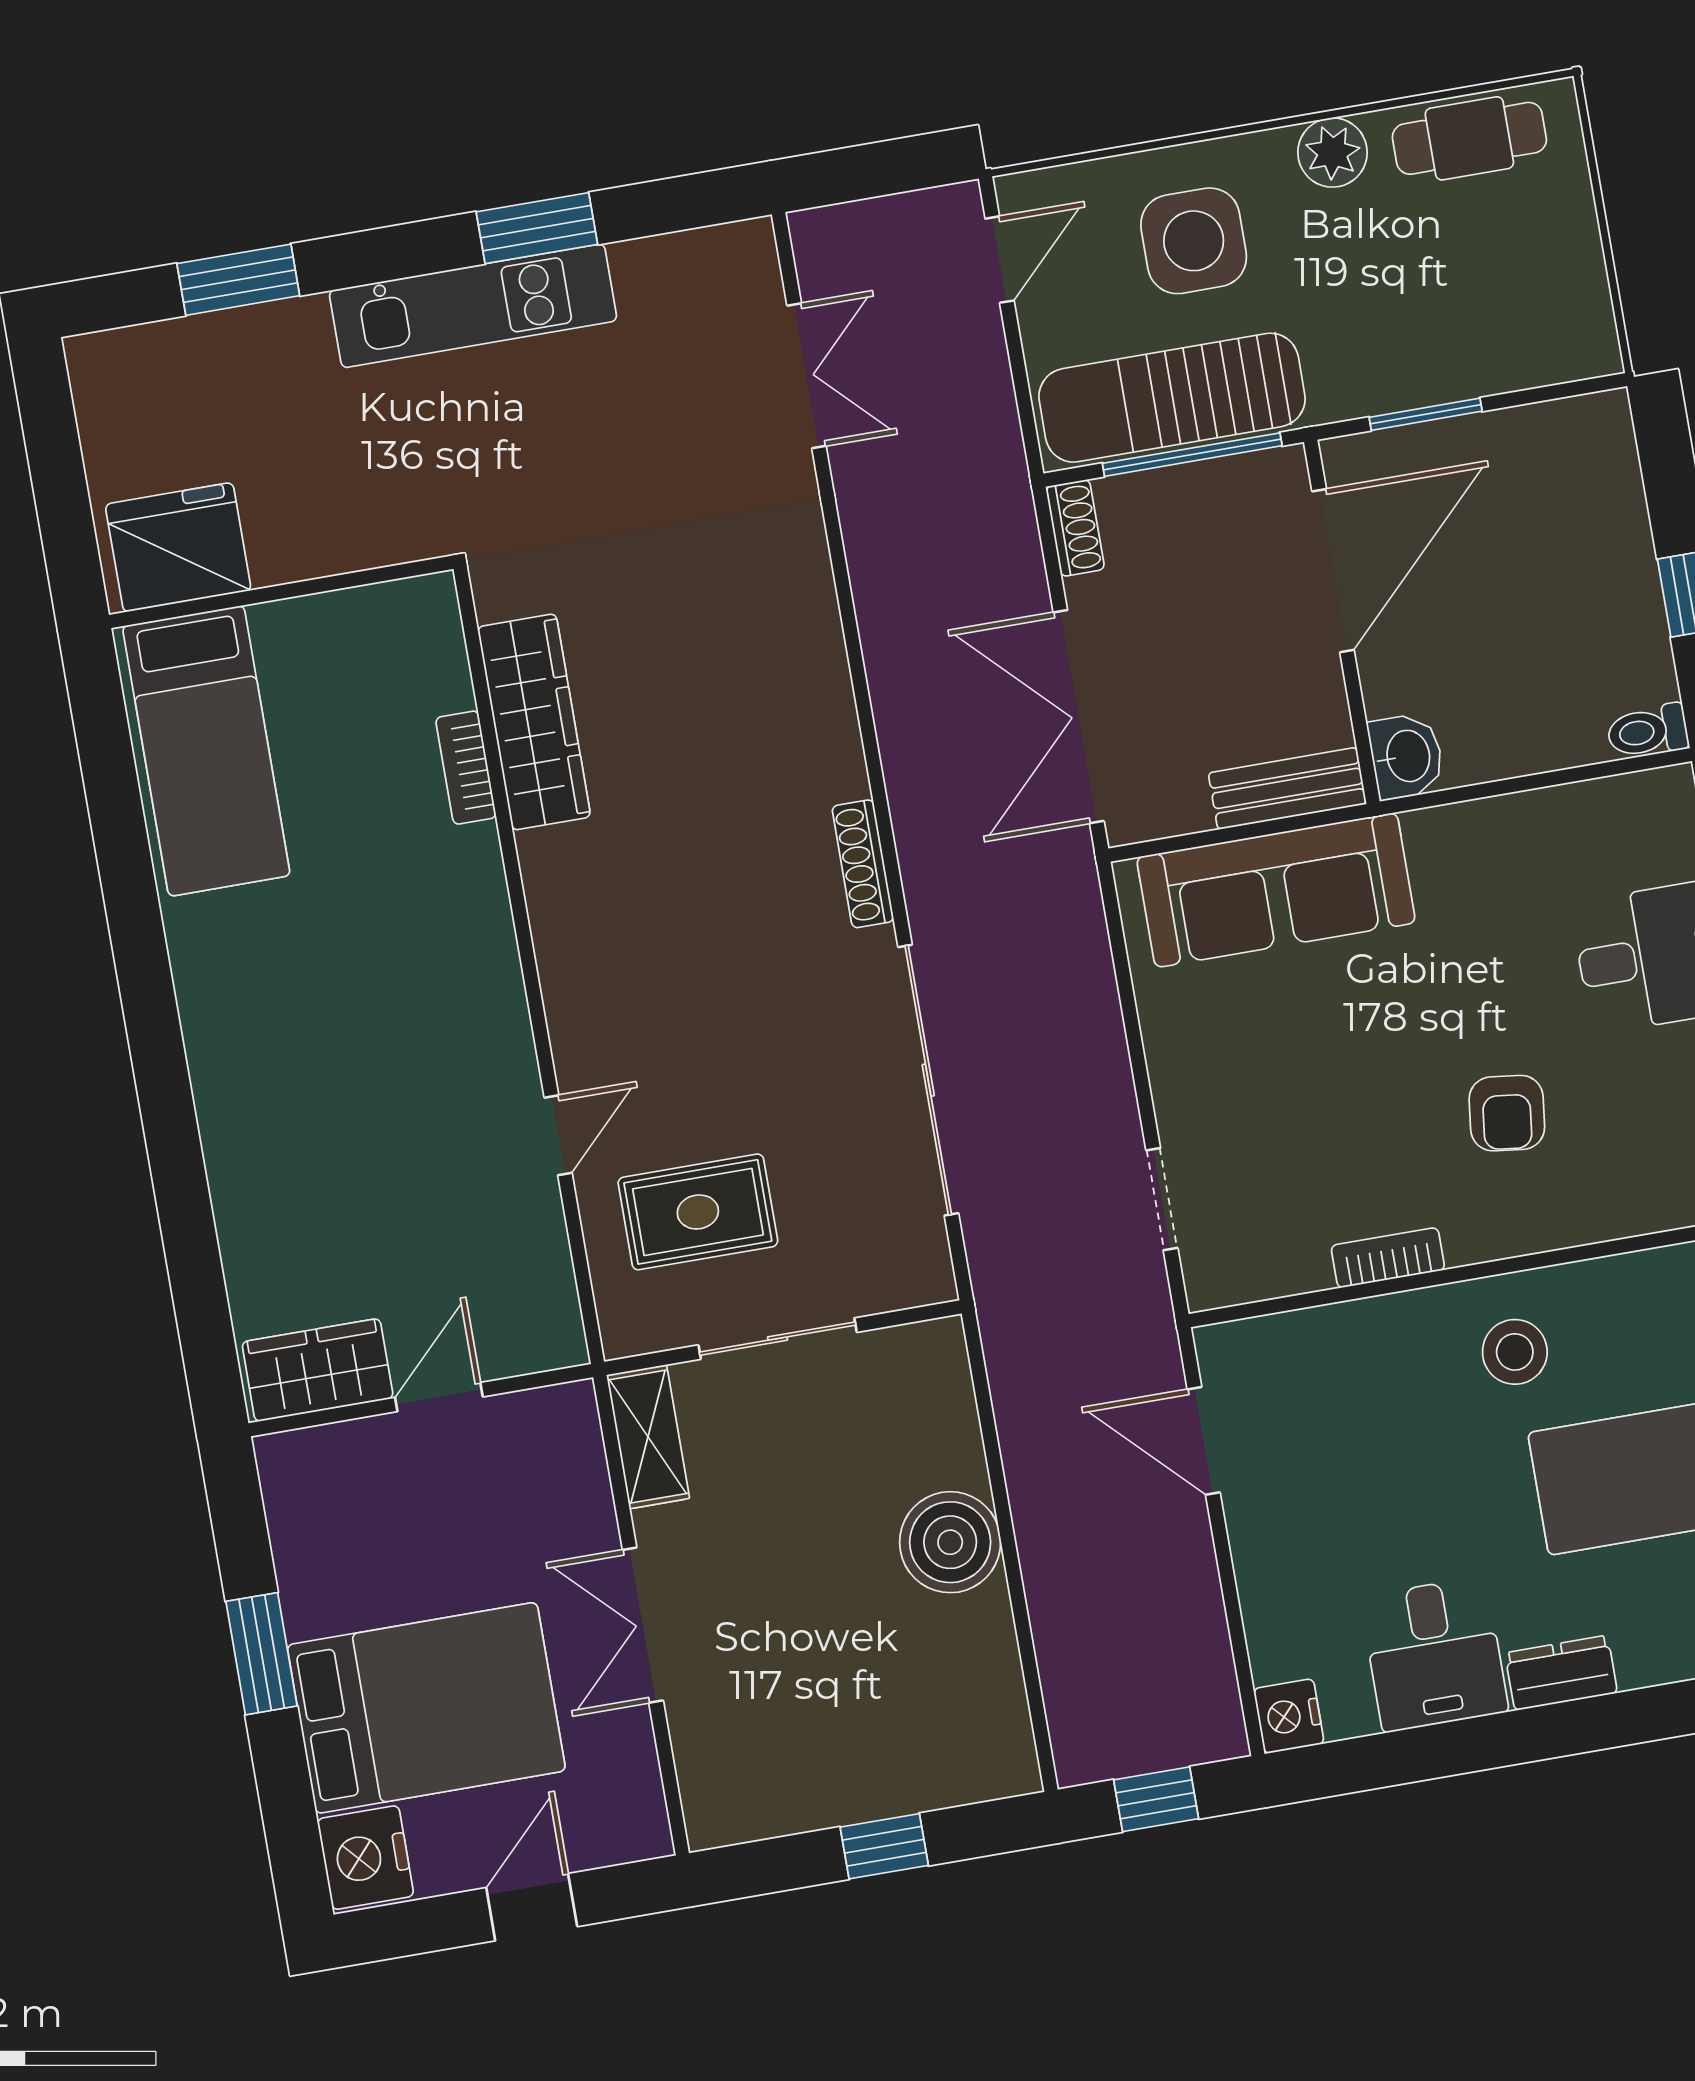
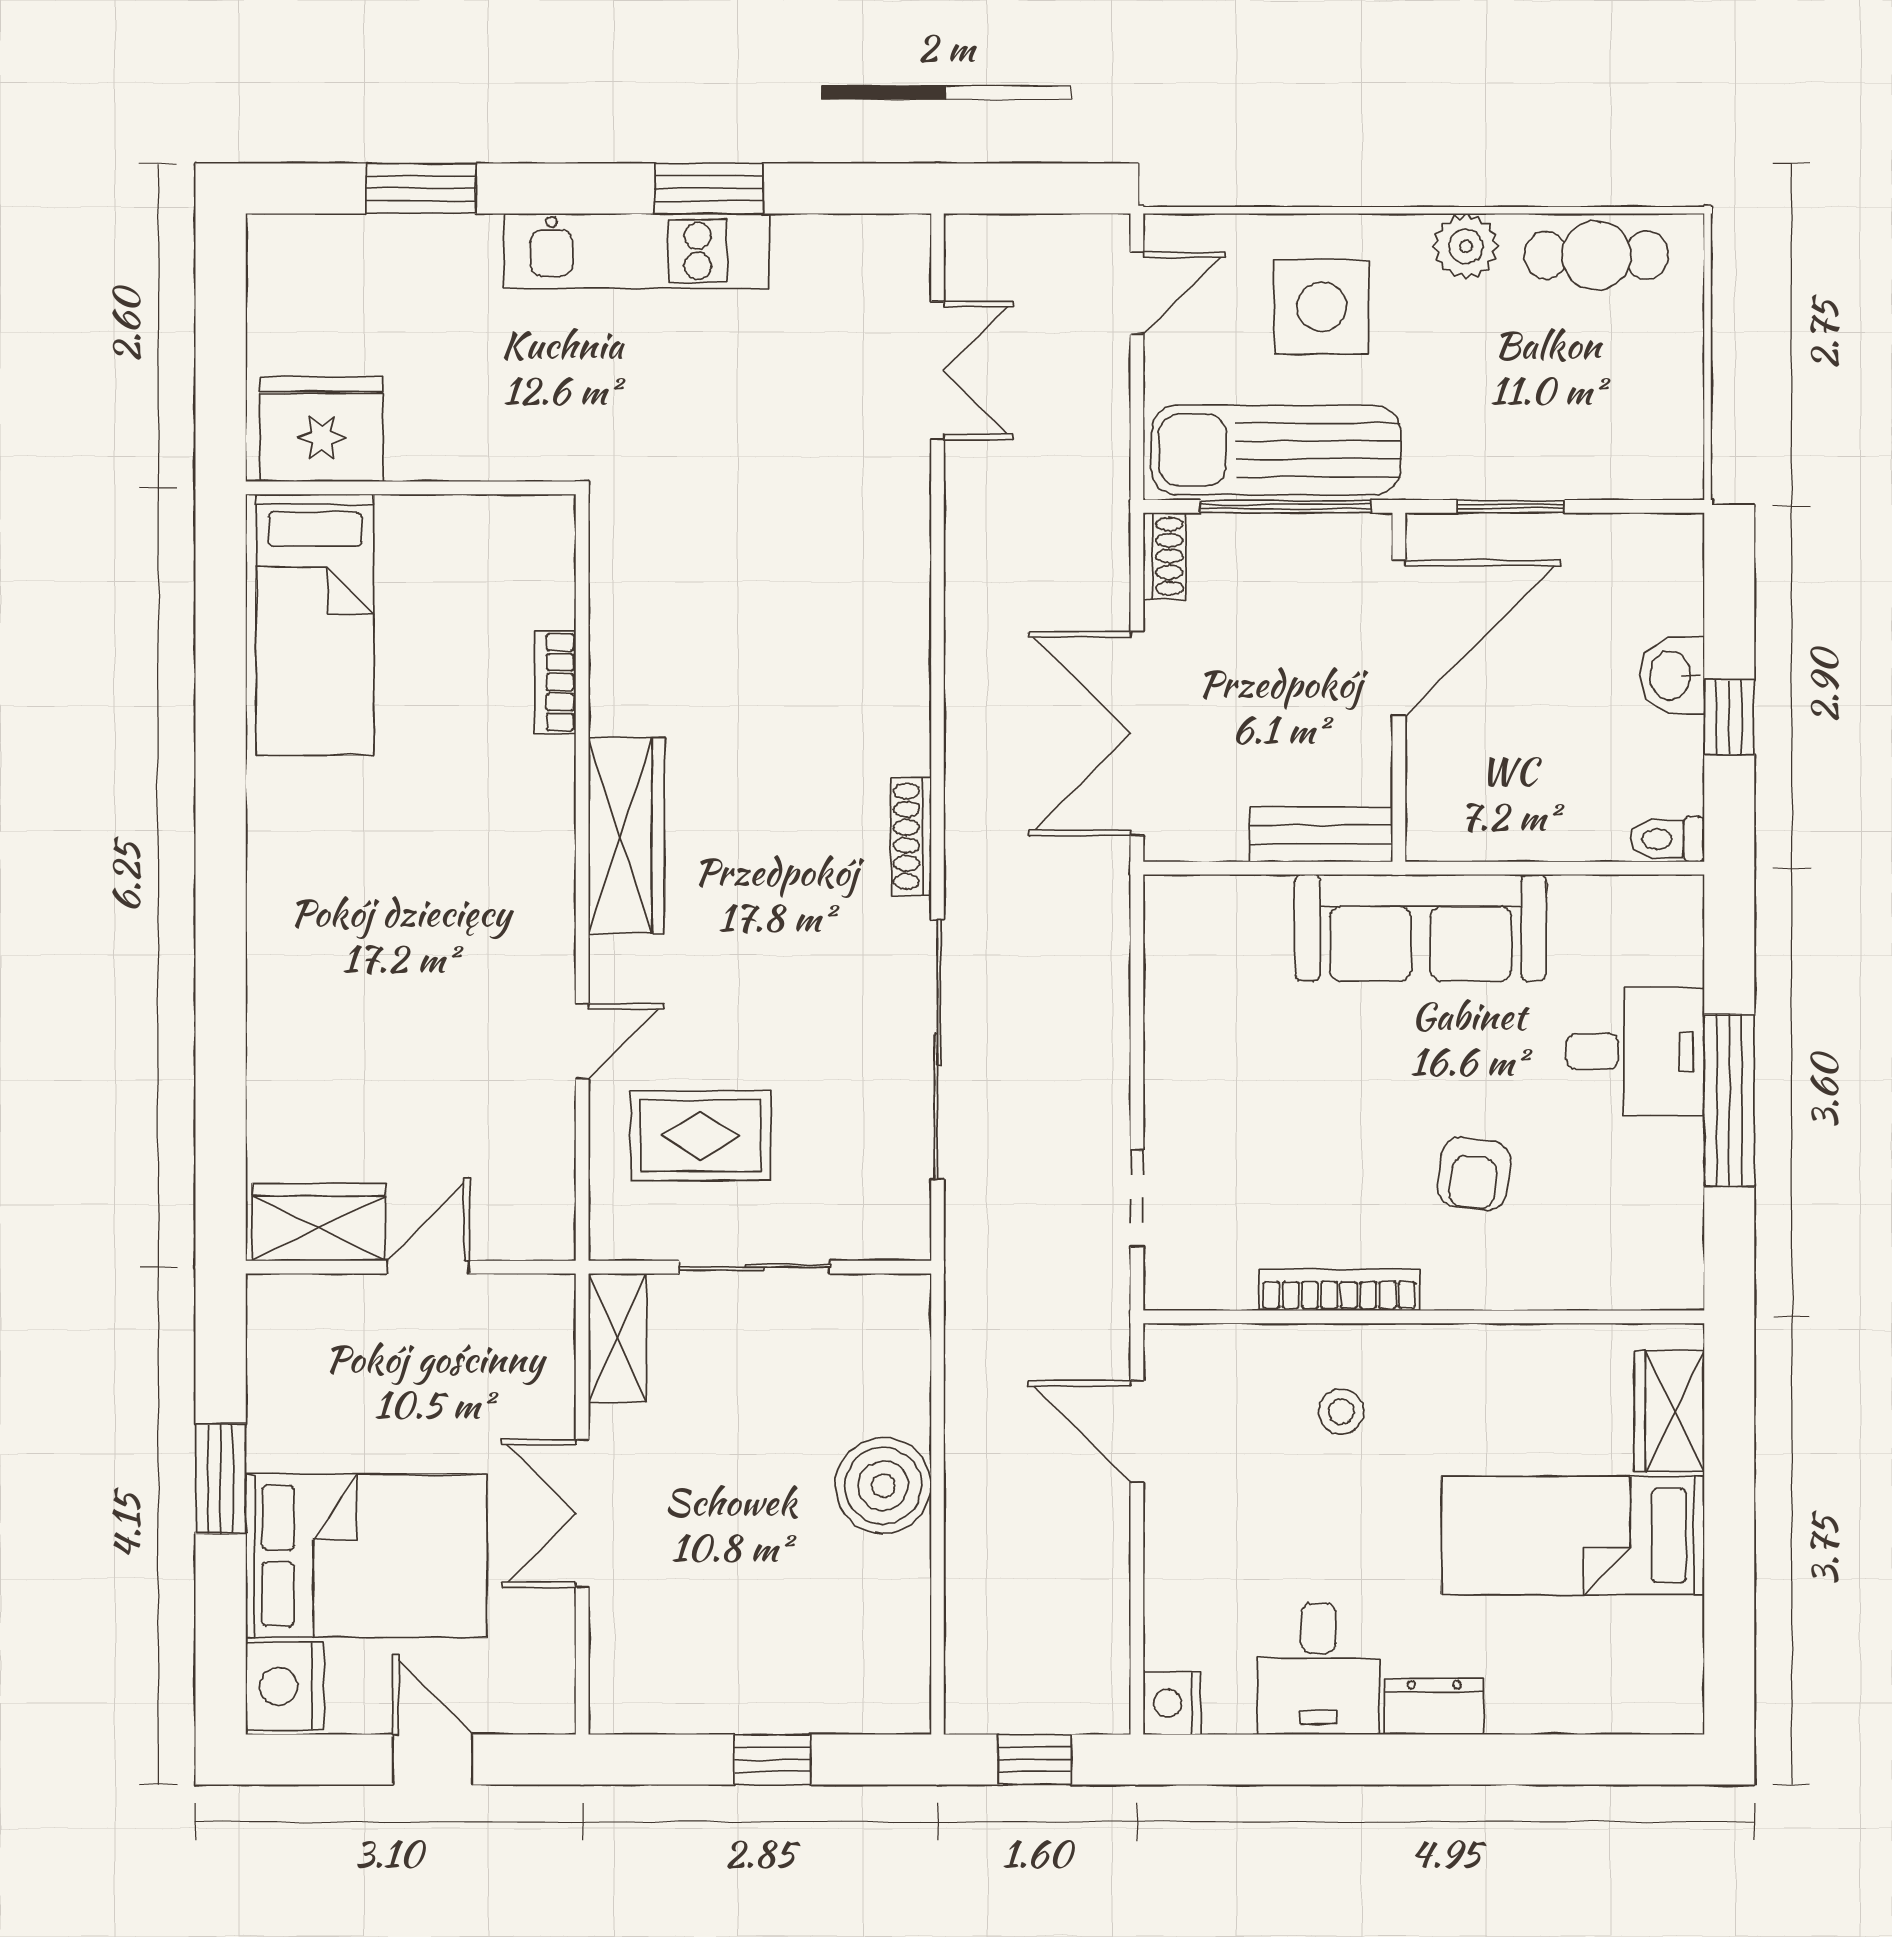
wardrobe: (534, 722) -> (626, 836), moved
washbasin: (1406, 756) -> (1672, 675), moved, turned 180
sofa: (1276, 890) -> (1421, 928), moved
bookcase: (1388, 1258) -> (1339, 1290), width x1.56
stool: (1515, 1352) -> (1341, 1412), moved, width x0.73, depth x0.73
door: (532, 1907) -> (433, 1760), hinge flipped

